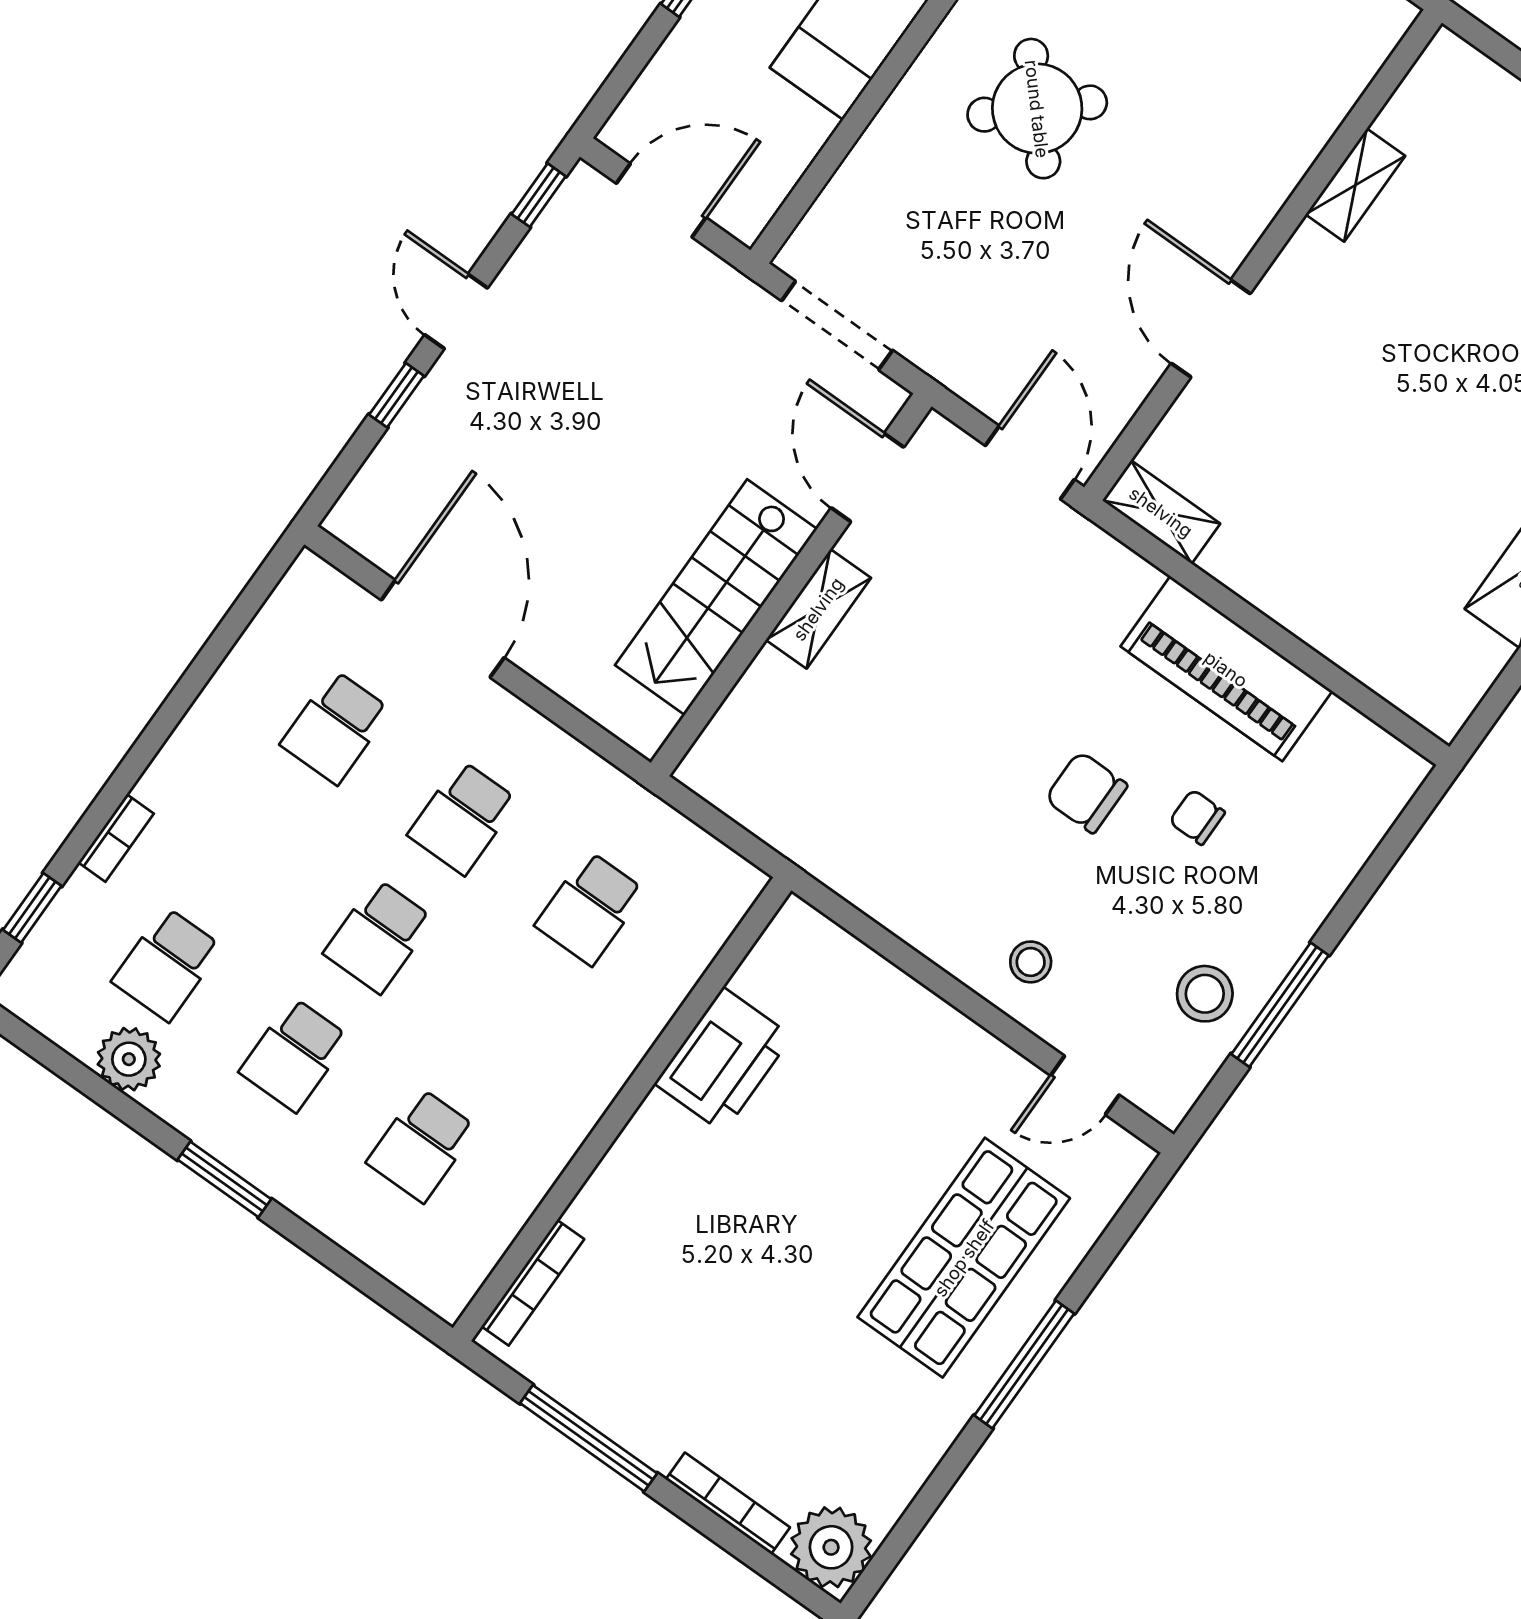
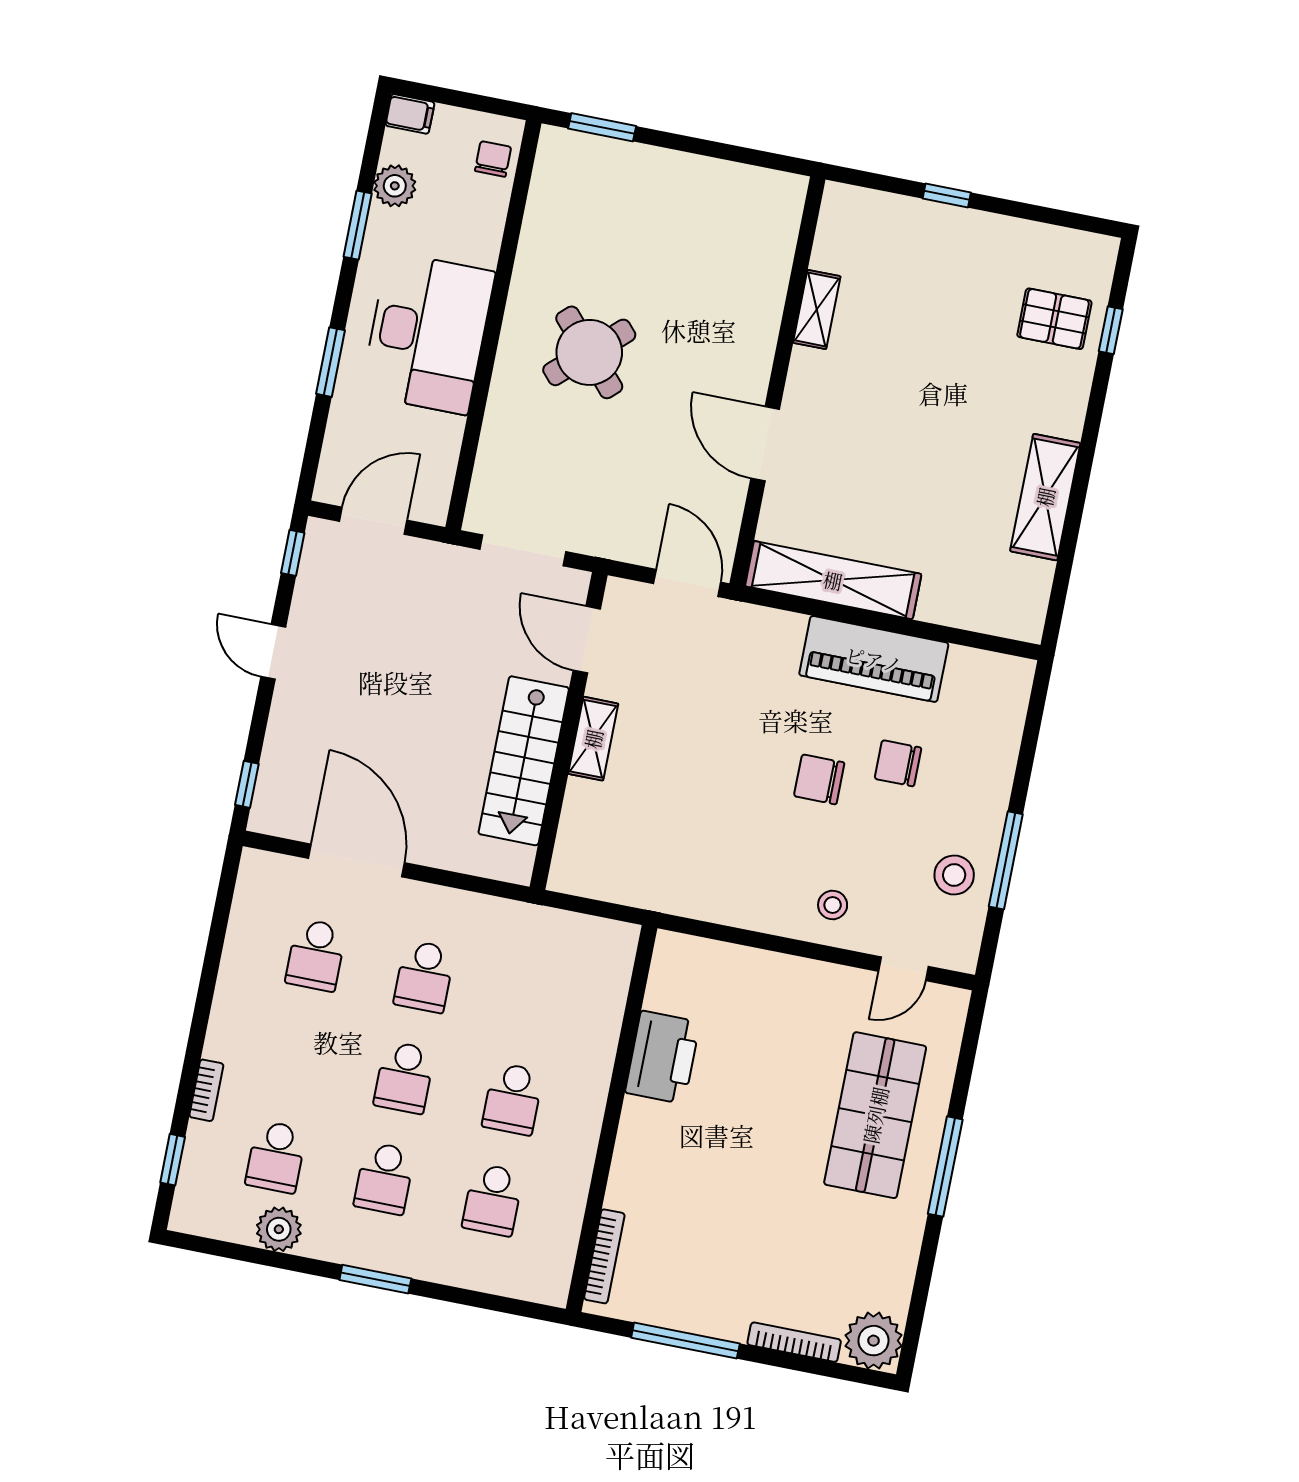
window: (397, 395) -> (247, 784), moved
shelving: (1161, 512) -> (833, 580), width x2.20, depth x1.33
chair: (1197, 817) -> (898, 763), width x1.37, depth x1.37
school desk: (590, 908) -> (513, 1099), moved

